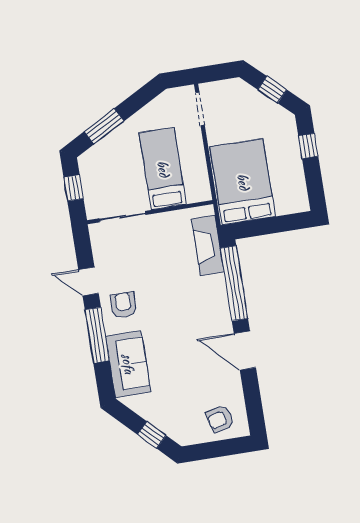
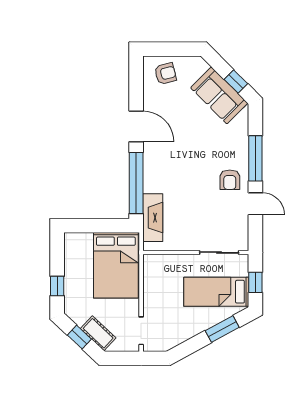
cot: (251, 98) -> (98, 333), added
bed: (163, 169) -> (216, 292), moved, turned 90
sofa: (128, 364) -> (219, 95), moved, turned -45
window: (152, 435) -> (236, 82), moved

